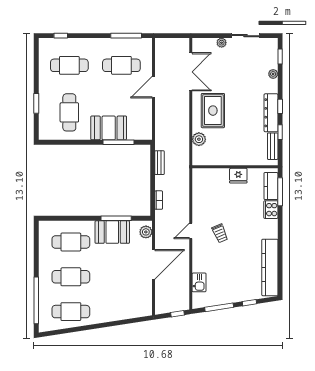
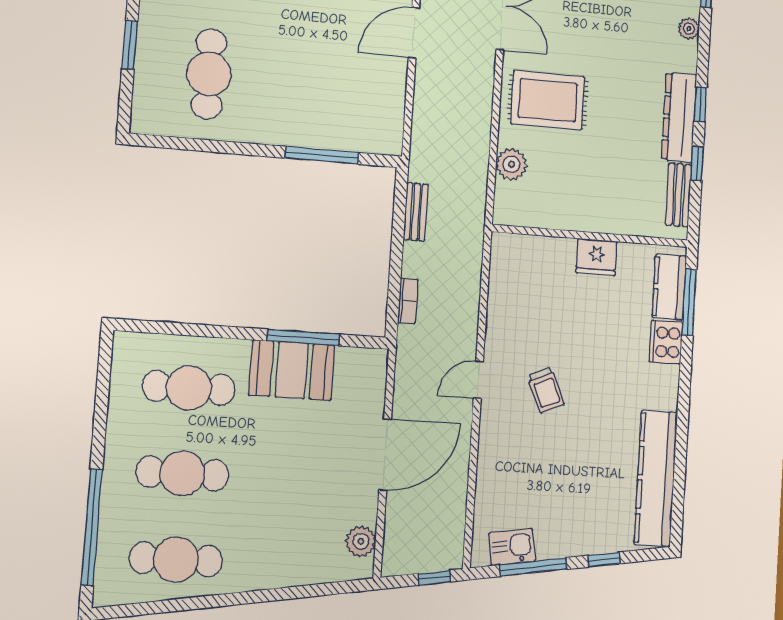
rug: (213, 111) -> (548, 100), turned 90
booth: (109, 128) -> (301, 119), removed
plant: (146, 232) -> (361, 541), moved
kitchen sink: (199, 282) -> (512, 547), moved, turned -99

